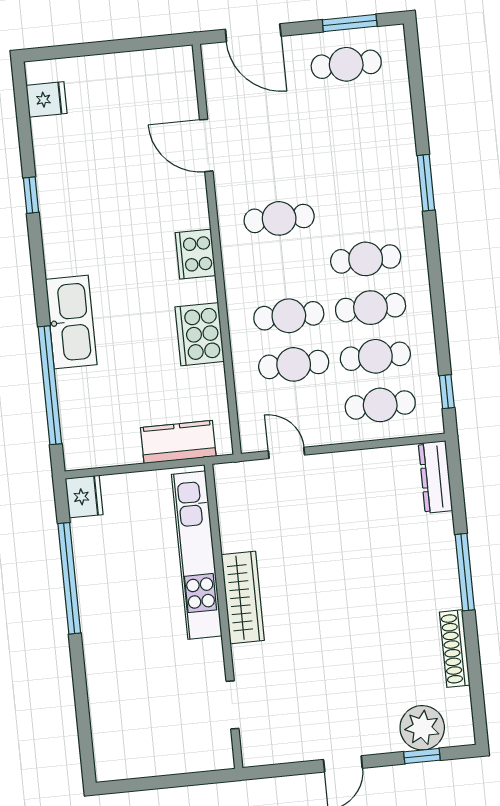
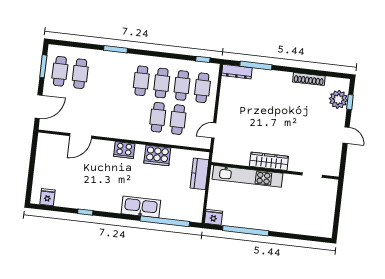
cafe table: (279, 218) -> (80, 74), moved
window: (465, 572) -> (256, 65), moved

